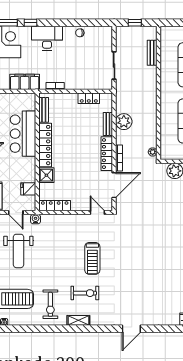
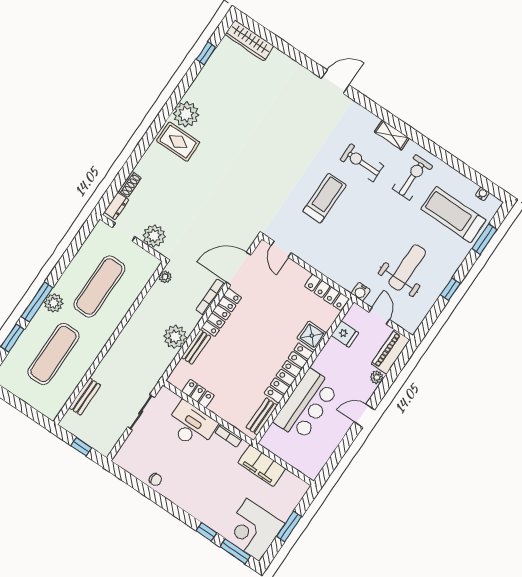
desk: (47, 38) -> (191, 425), moved, turned 180

